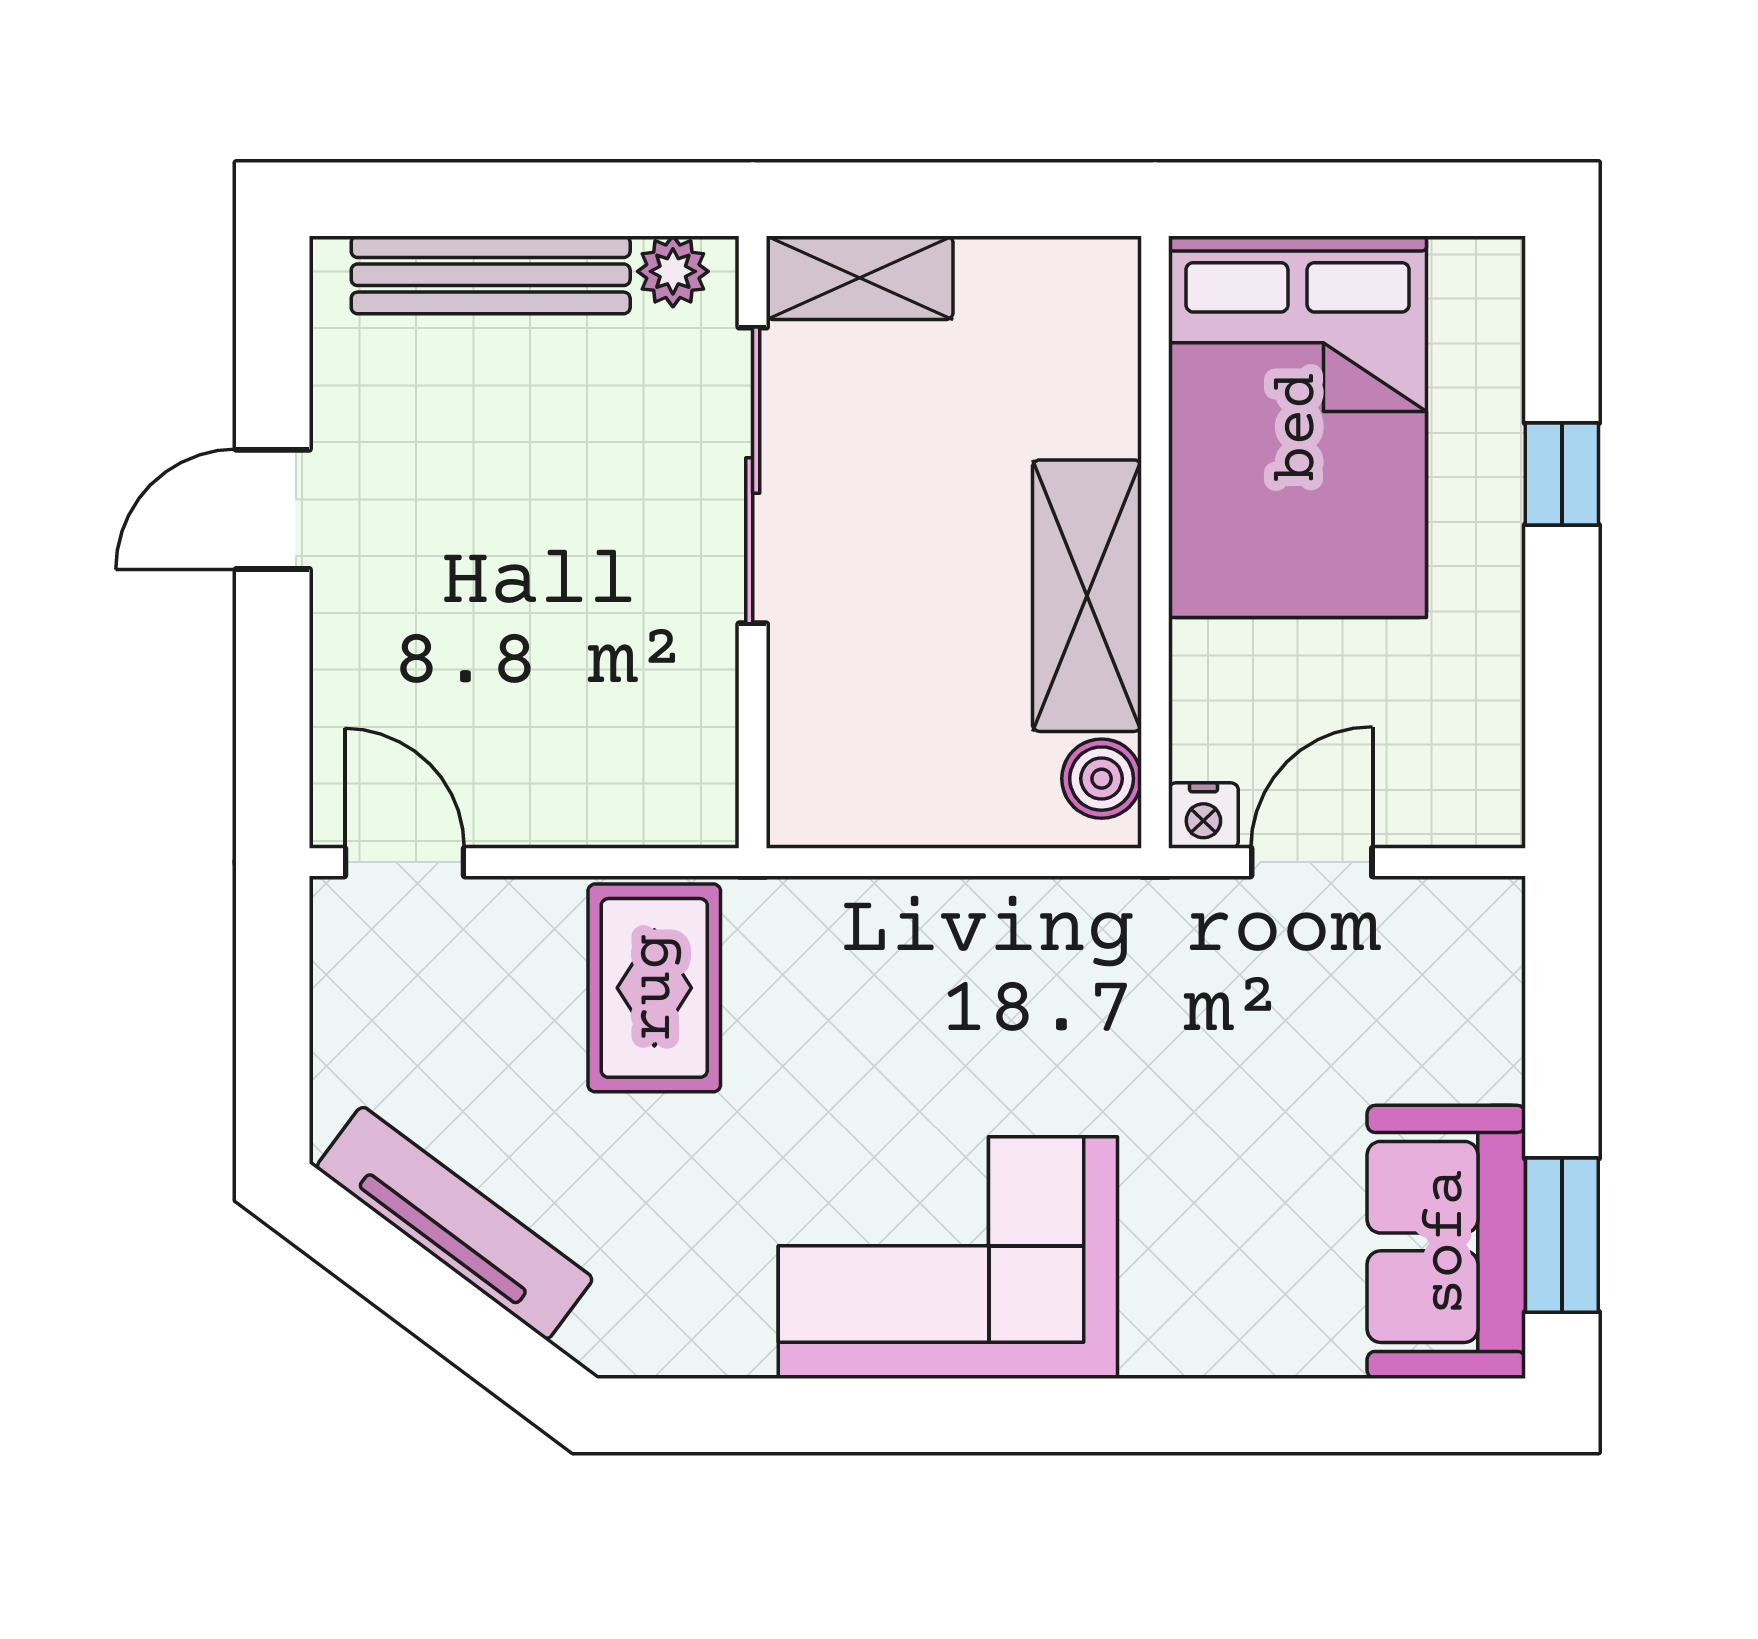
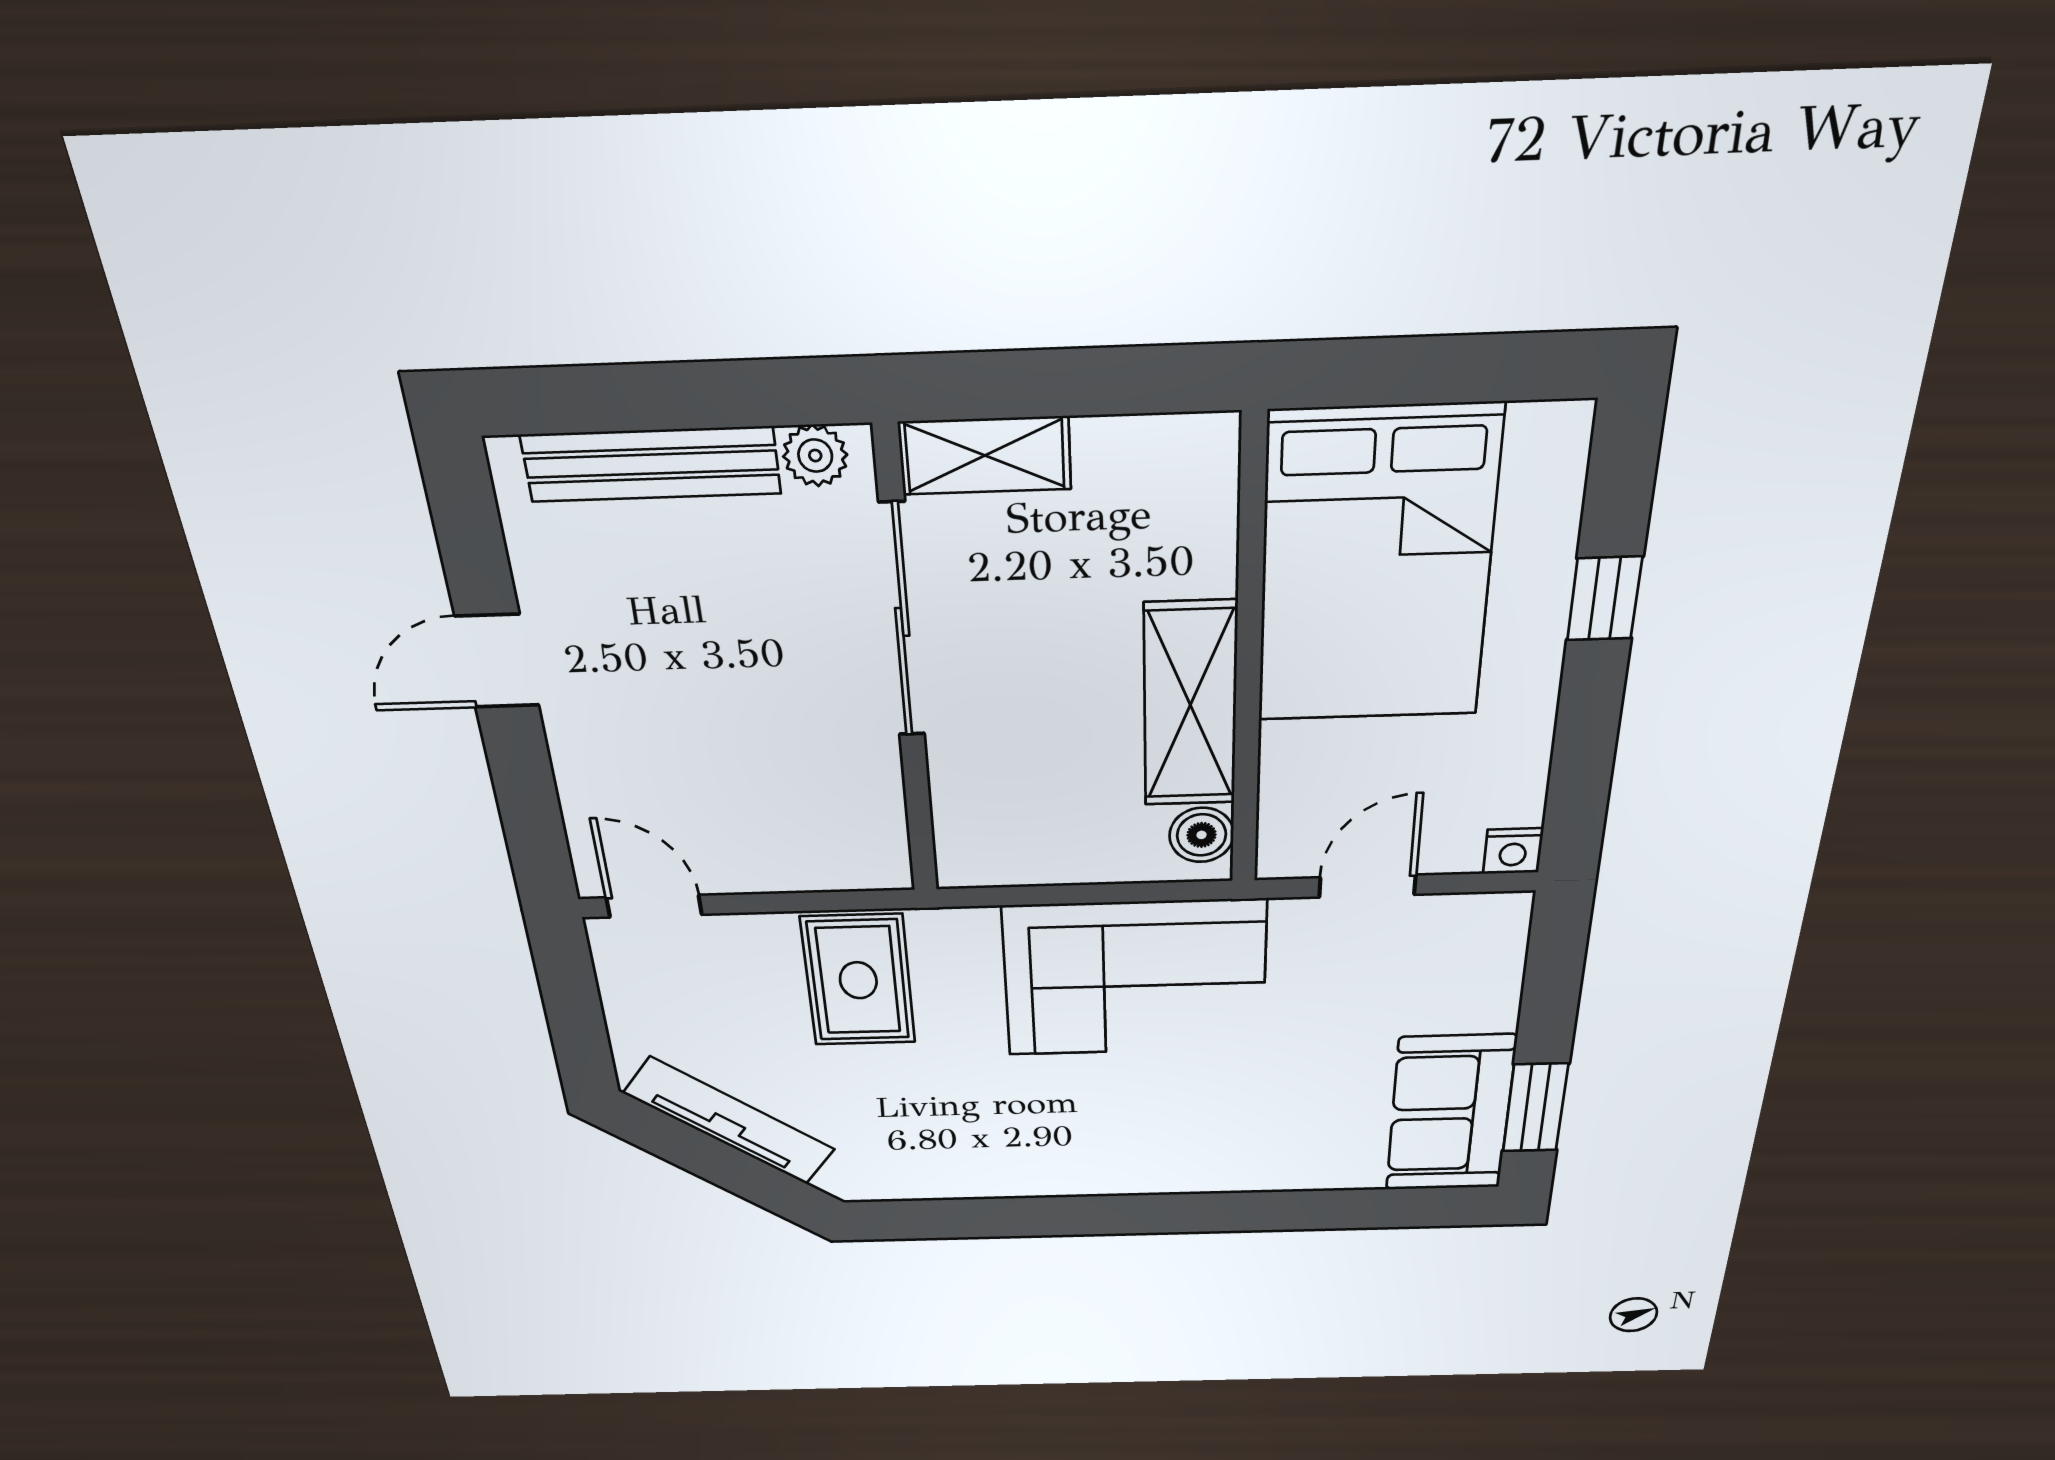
nightstand: (1203, 816) -> (1513, 851), moved
corner sofa: (948, 1258) -> (1135, 978), moved, turned 180

